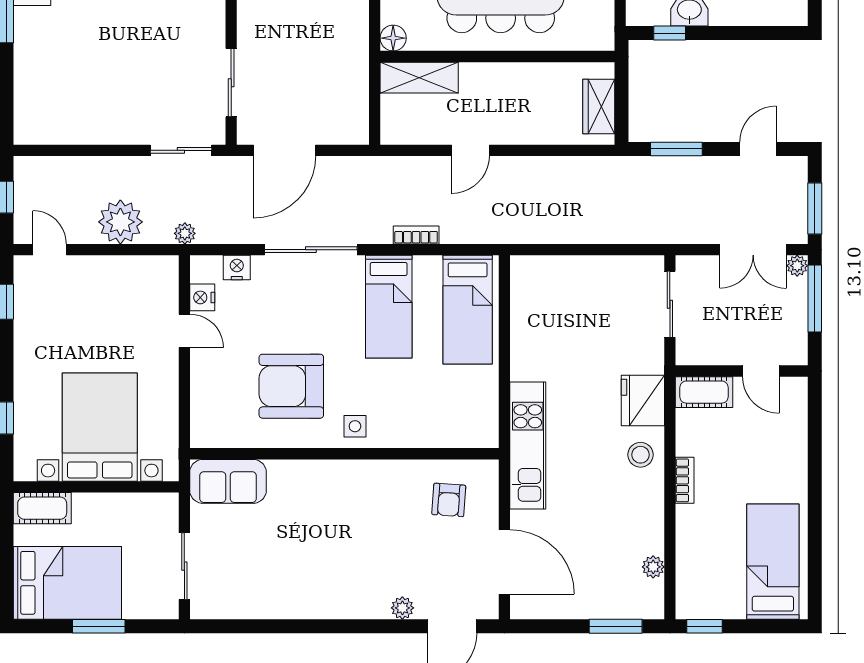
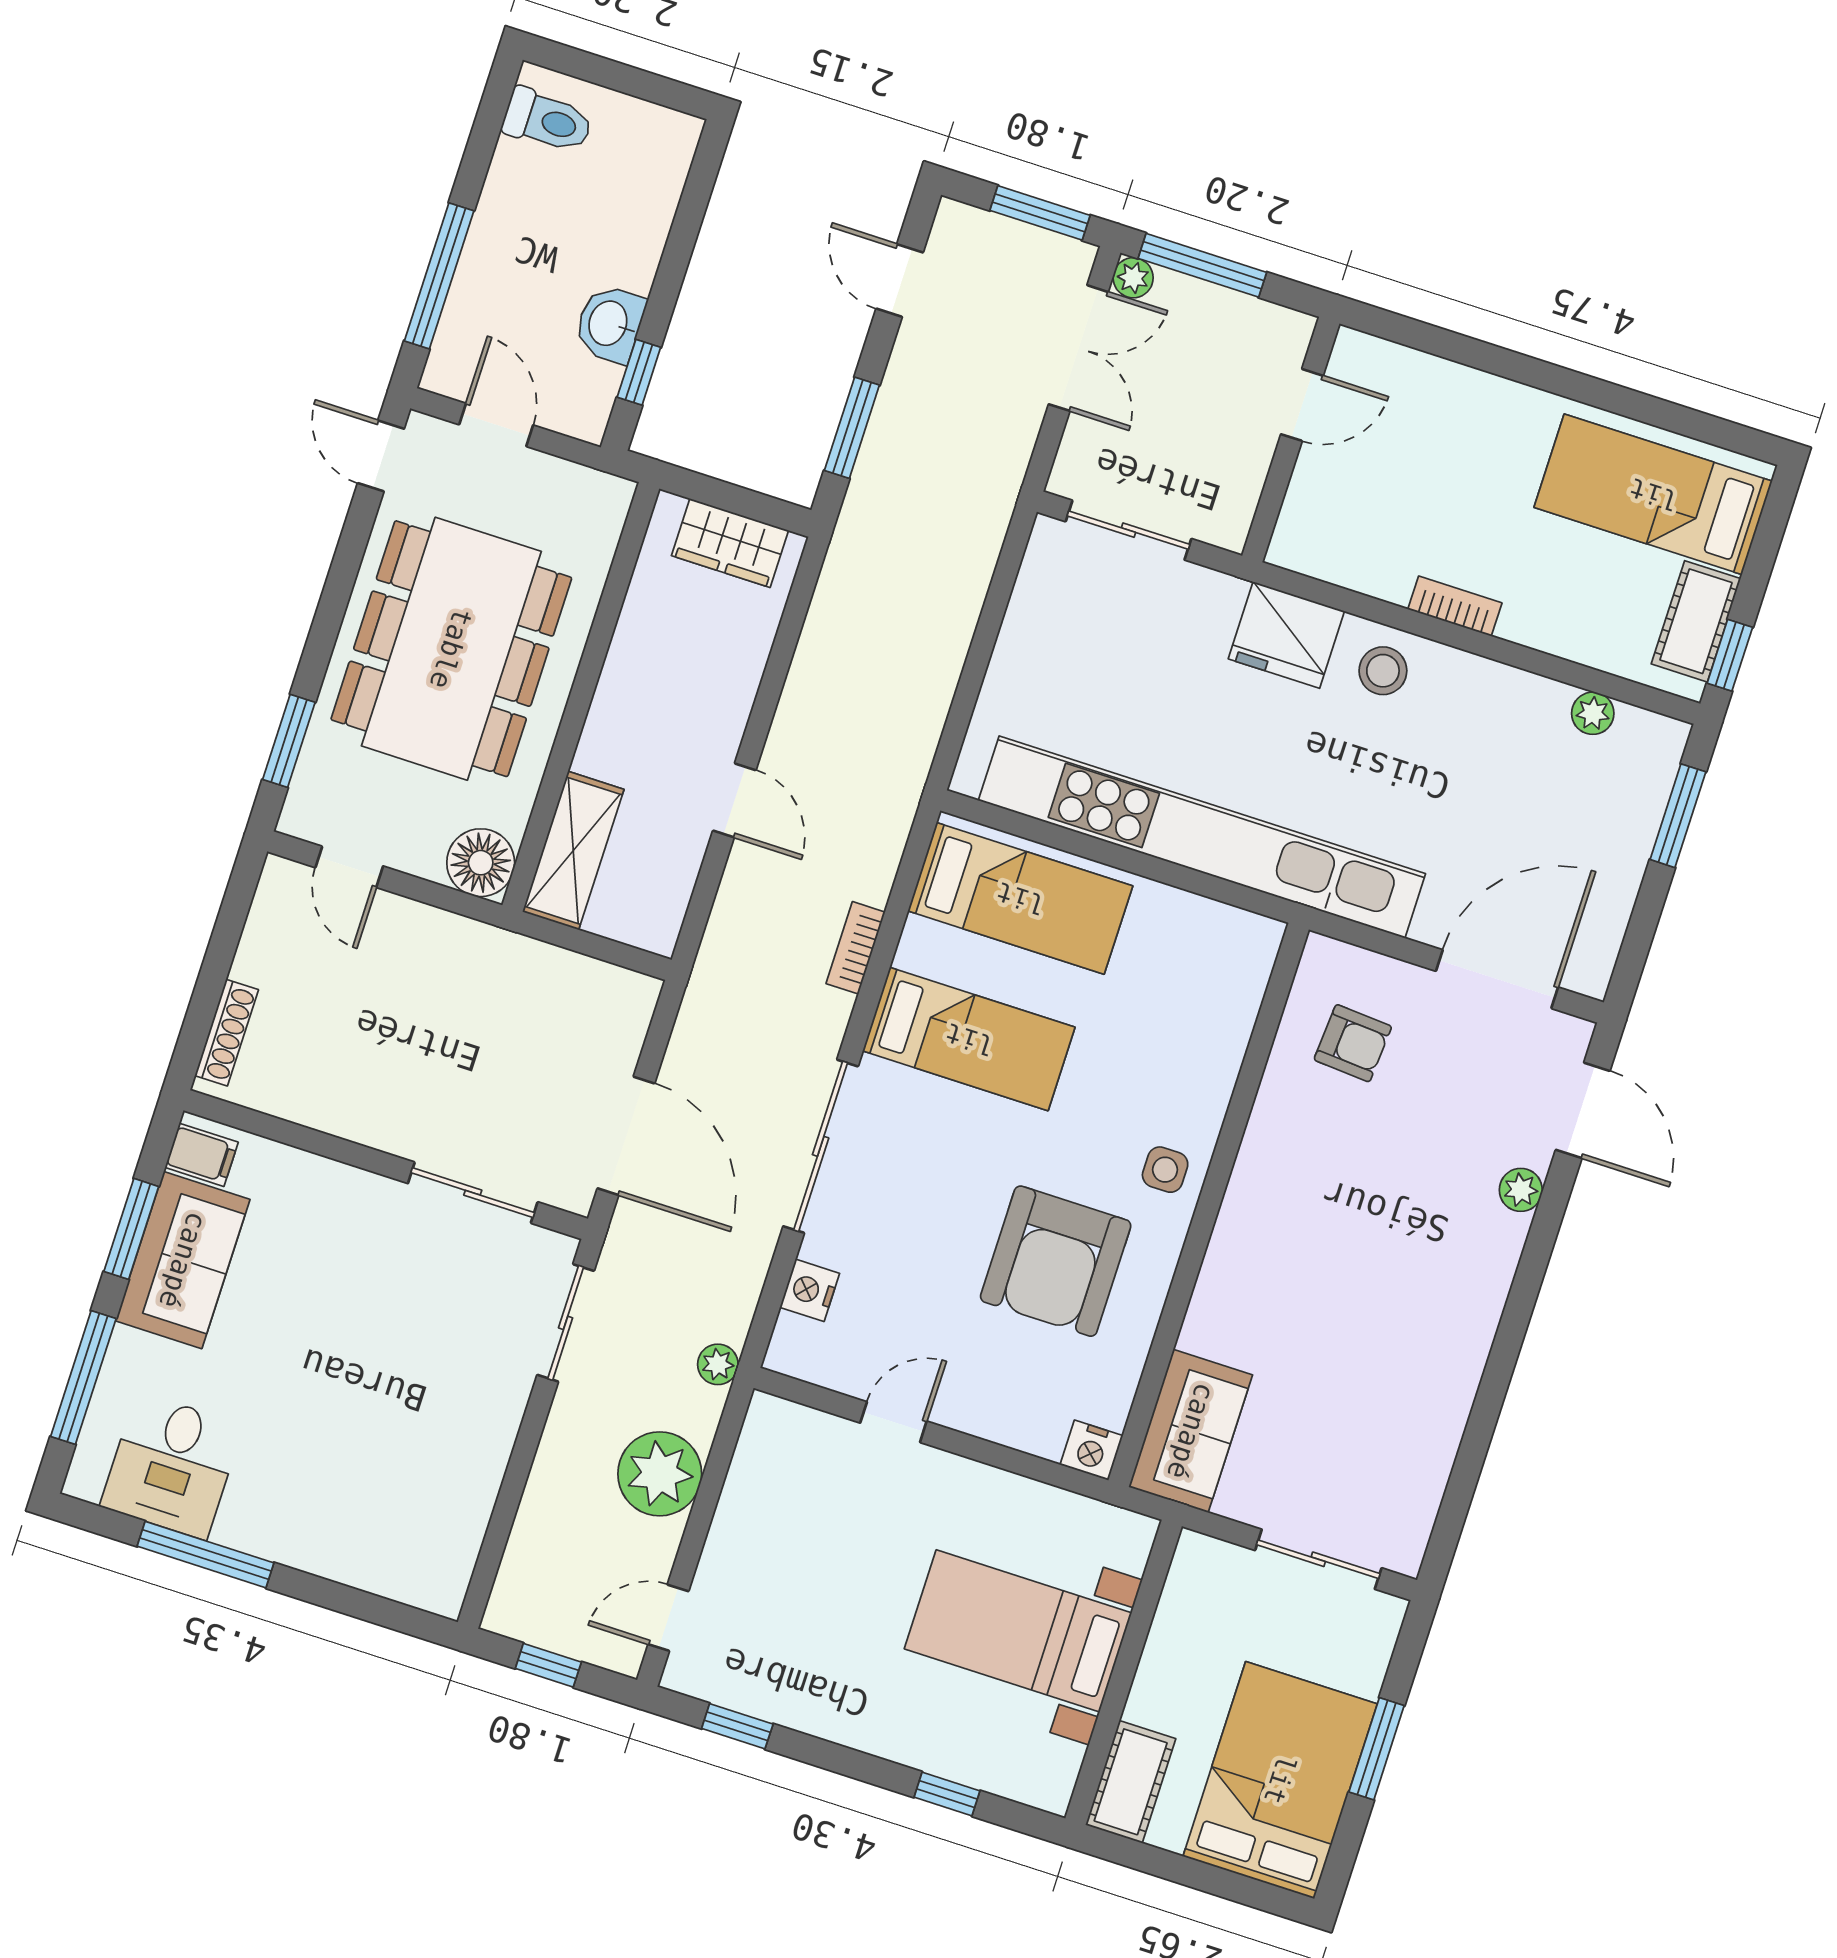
floor lamp: (393, 38) -> (481, 863), width x1.38, depth x1.38
nightstand: (202, 297) -> (1091, 1450), moved
cot: (704, 392) -> (1696, 621), moved
bed with nightstands: (100, 427) -> (1018, 1631), width x0.73
kitchen unit: (528, 445) -> (1202, 837), width x1.86

